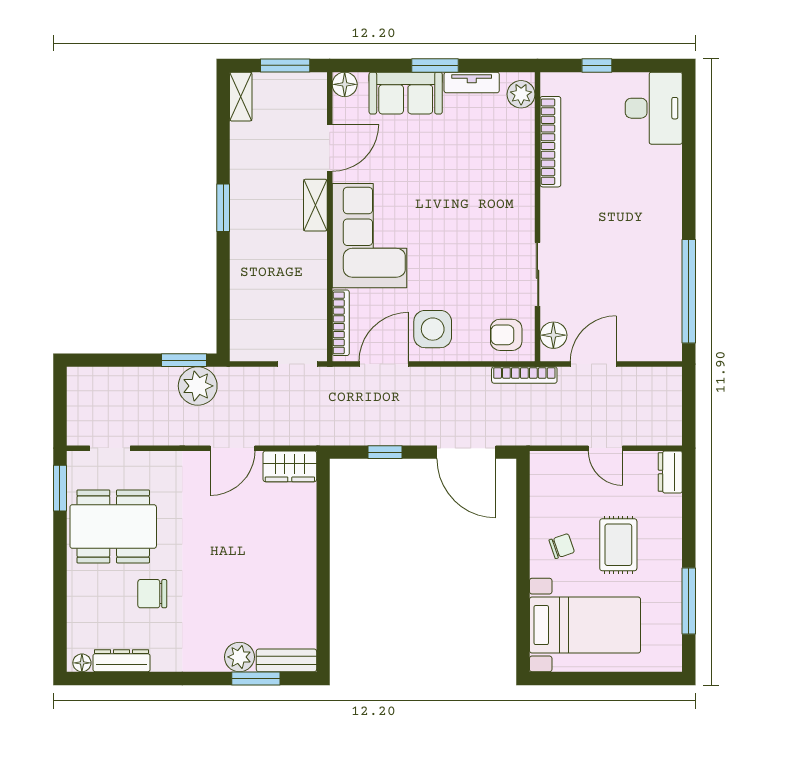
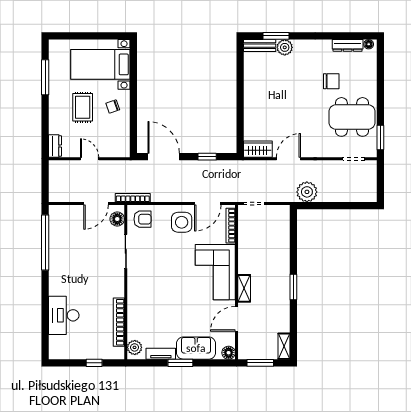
desk: (654, 108) -> (64, 315), moved
window: (184, 360) -> (314, 206), removed

